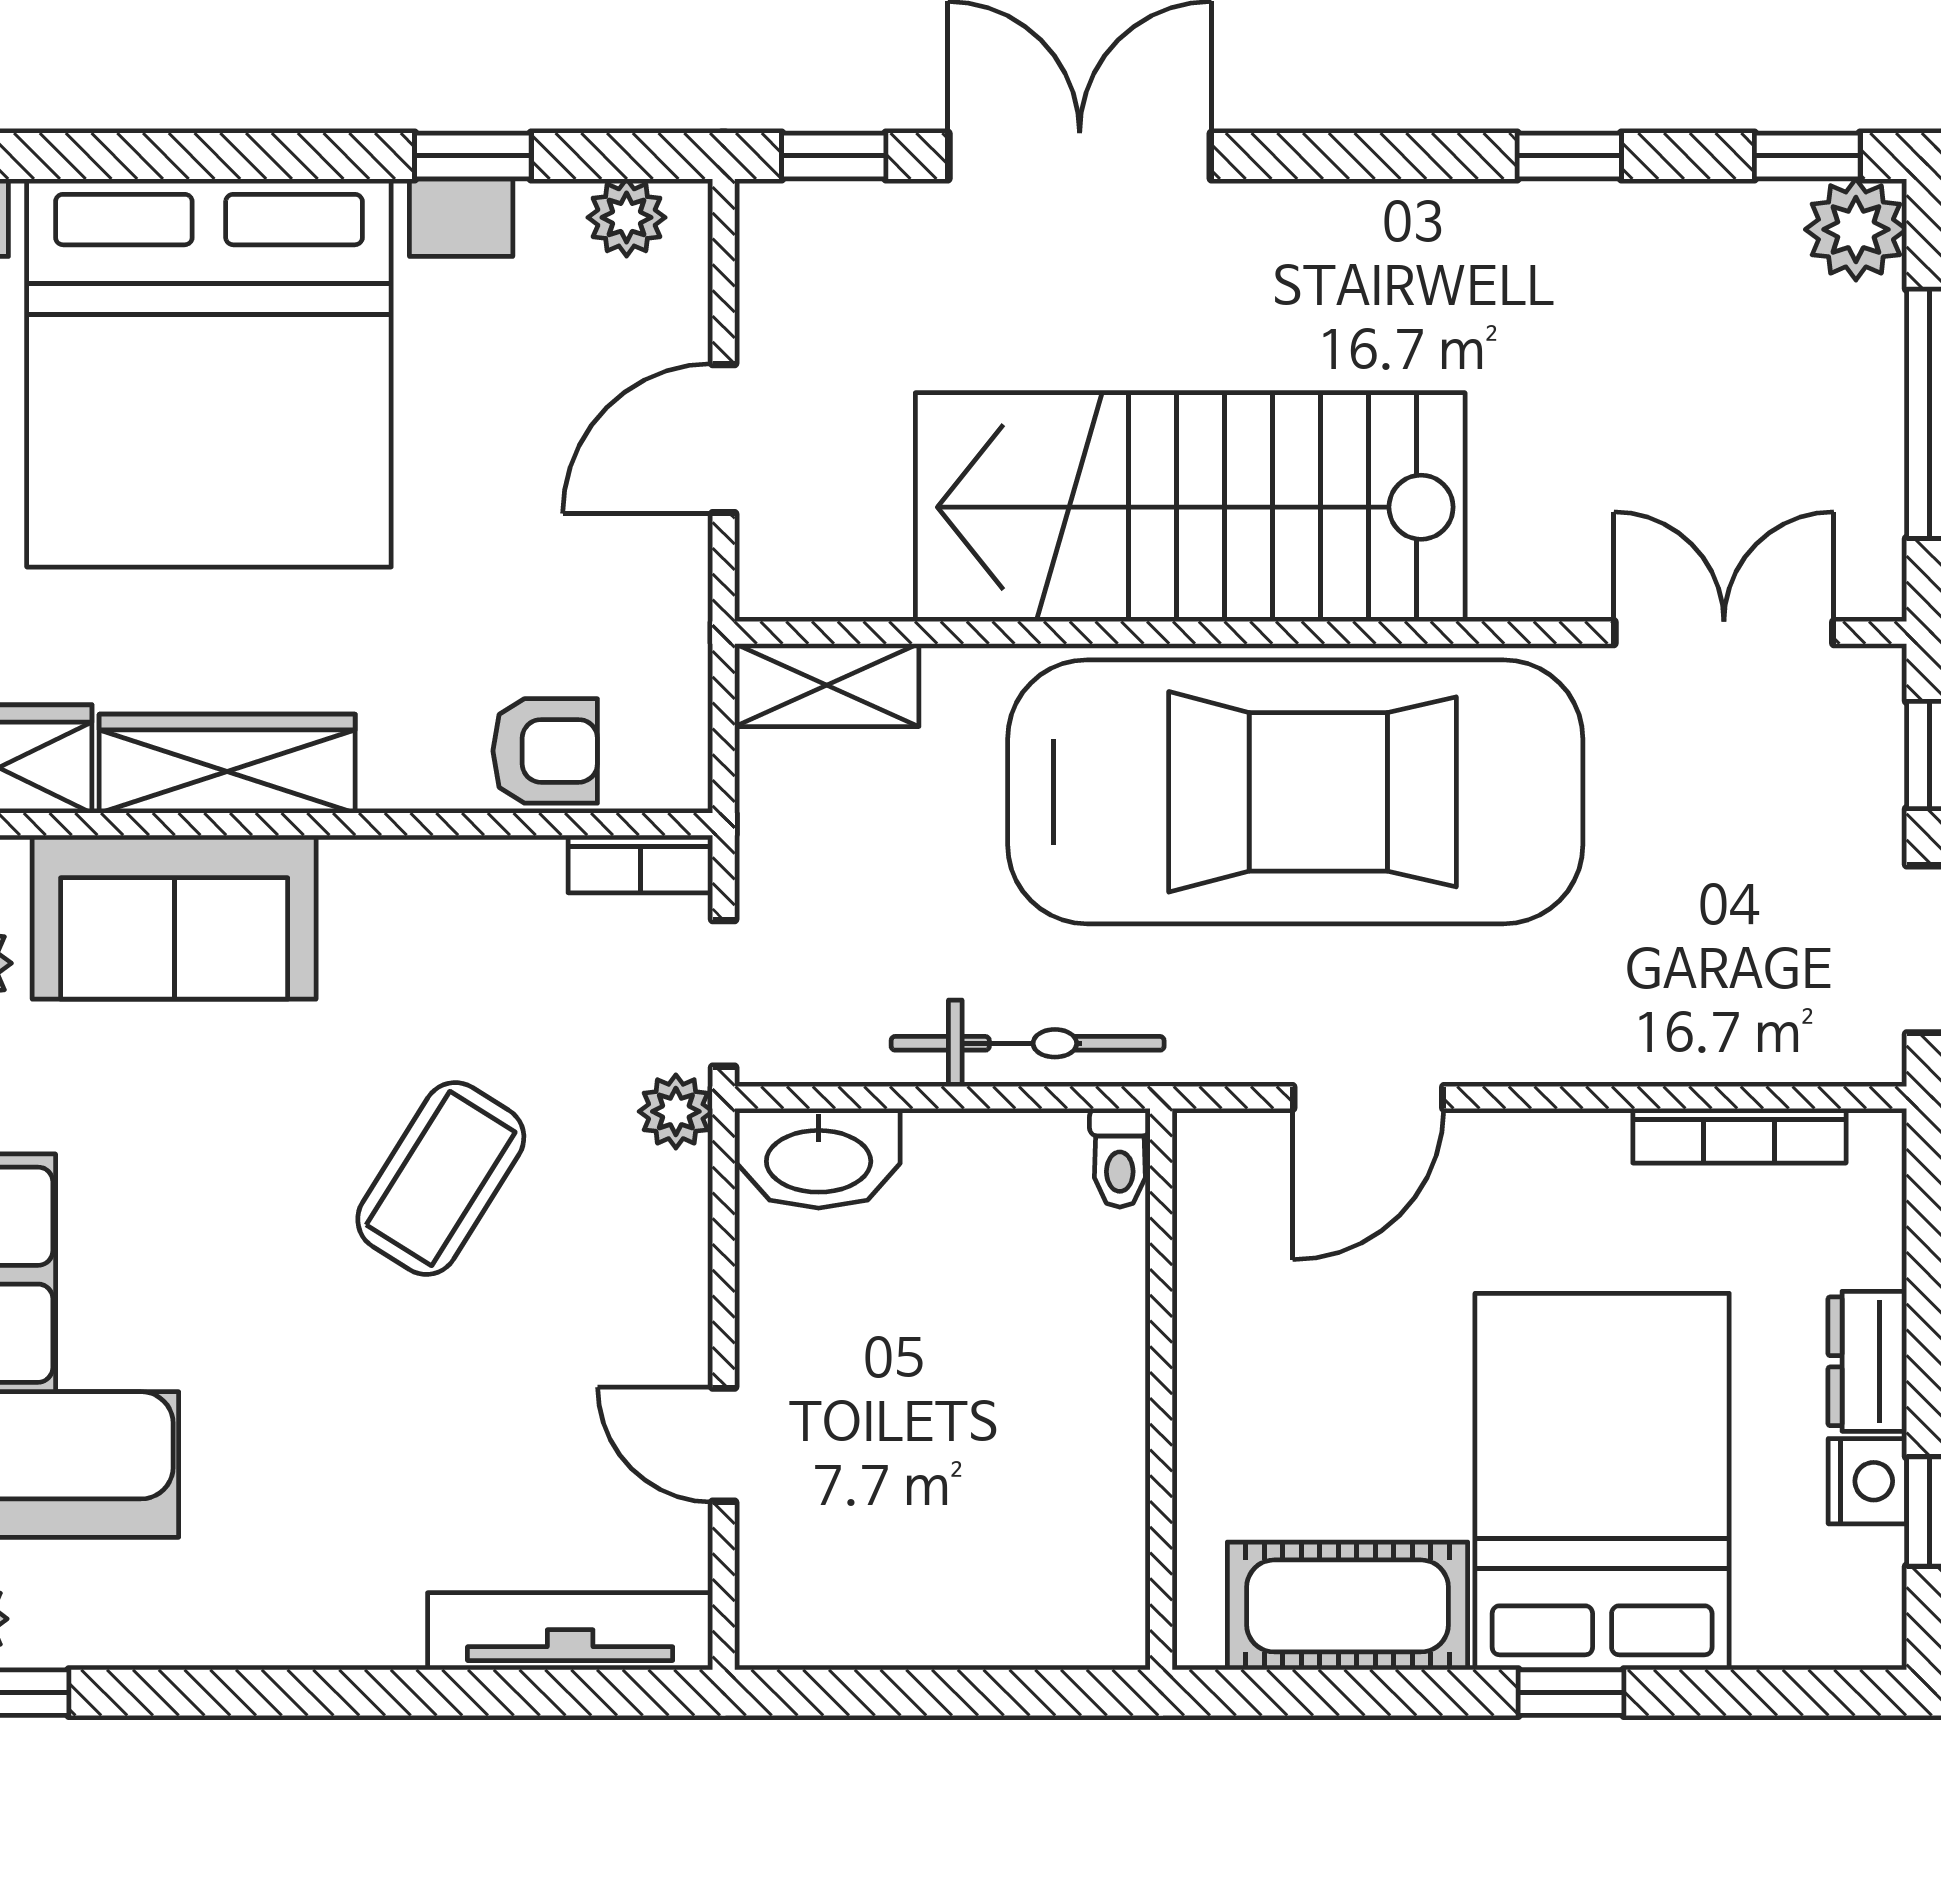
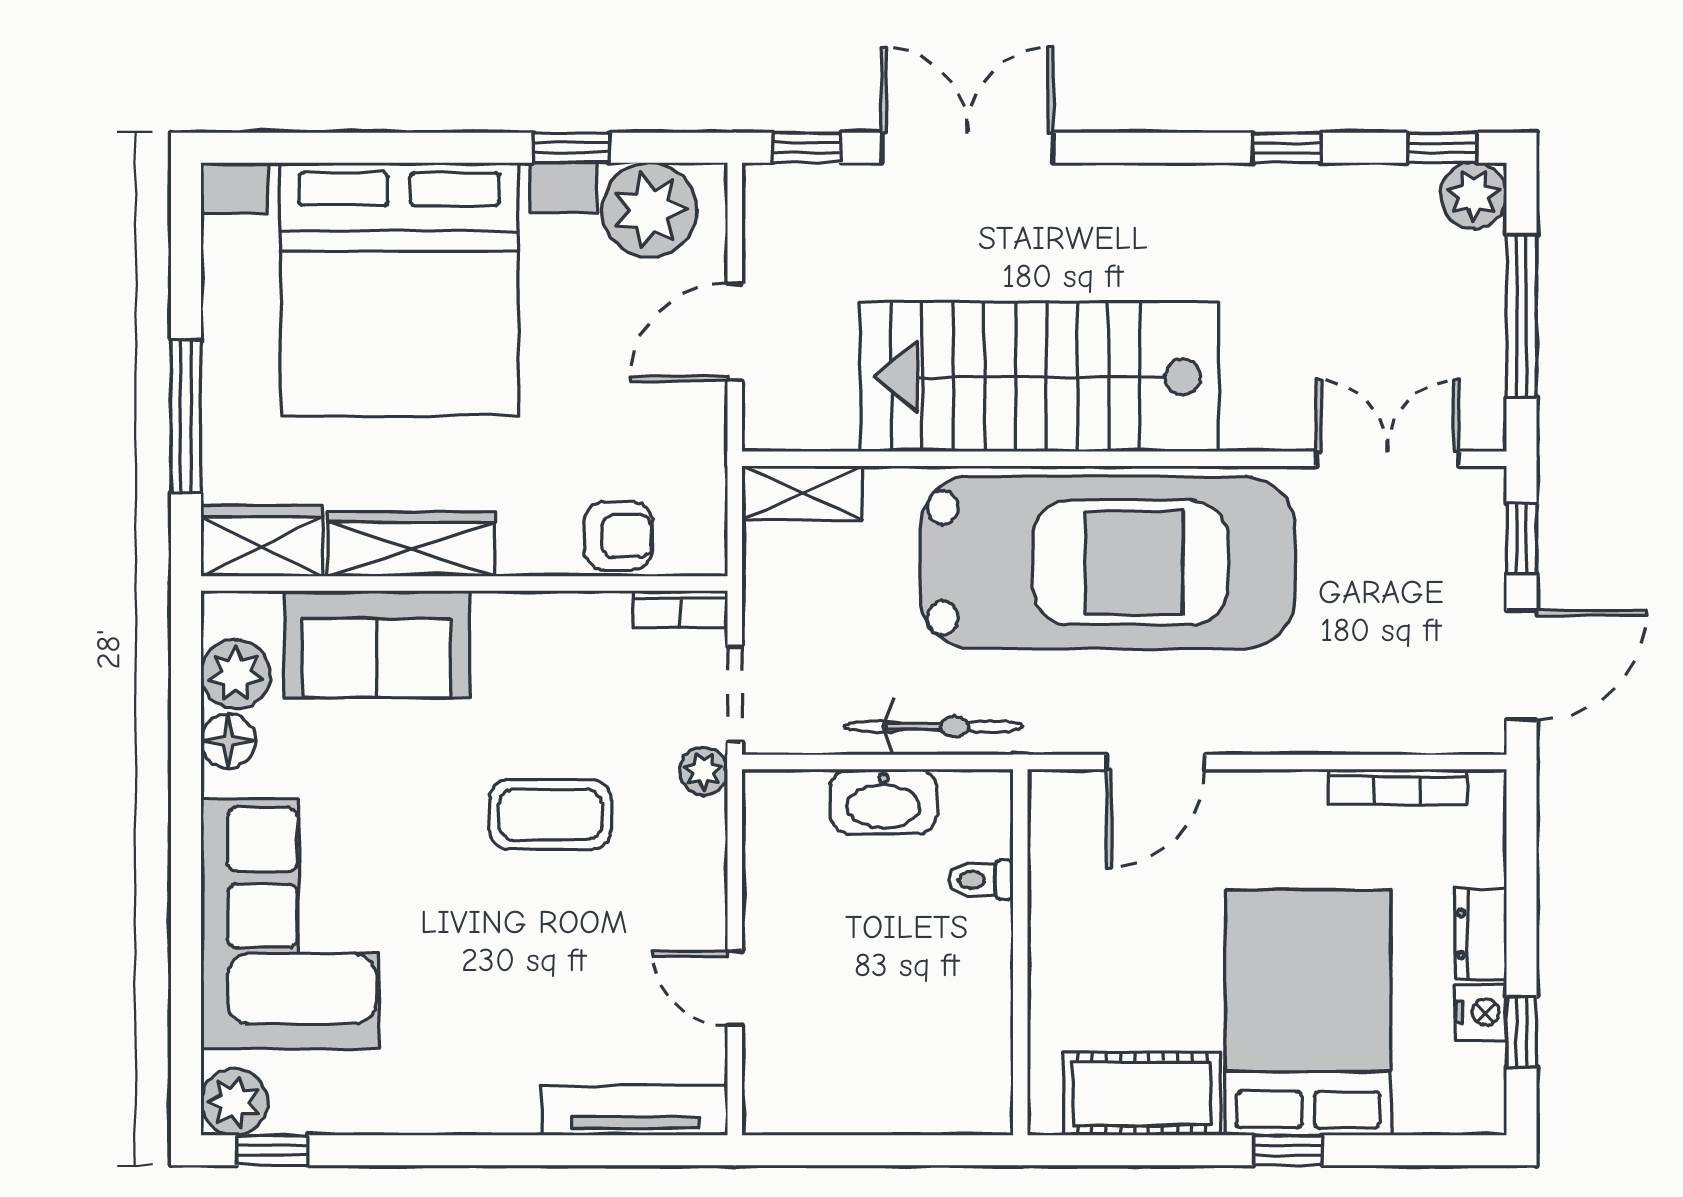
plant: (627, 217) -> (649, 210), width x1.87, depth x1.87
washbasin: (819, 1158) -> (883, 802), moved
toilet: (1120, 1158) -> (981, 880), moved, turned 90
coffee table: (441, 1178) -> (550, 815), turned 58

